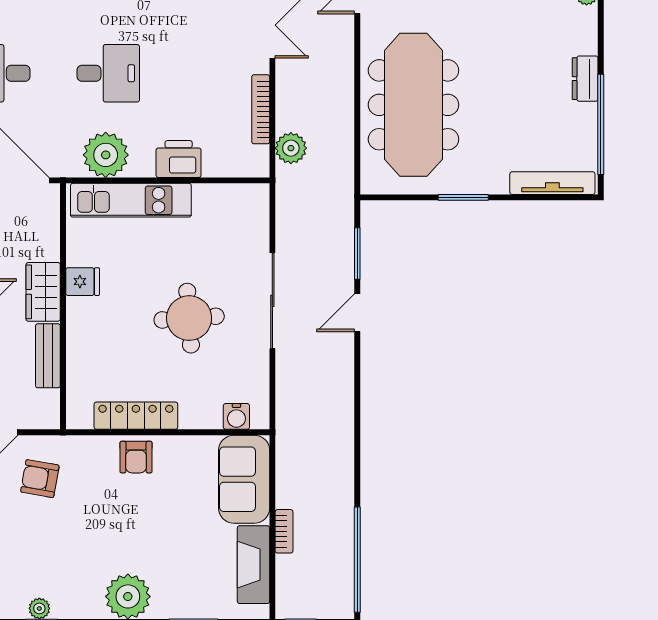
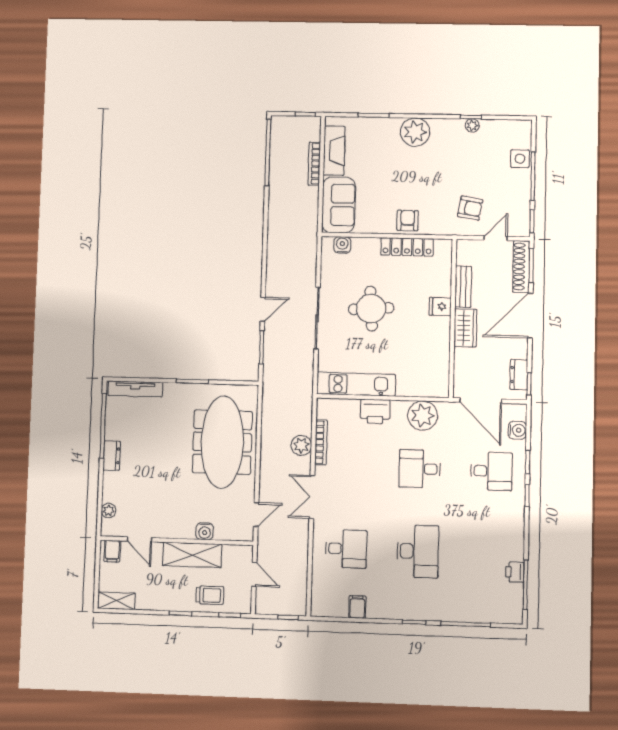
plant: (291, 148) -> (301, 445), moved
kitchen unit: (131, 200) -> (356, 384), moved
fridge: (83, 282) -> (440, 307), moved
bookcase: (284, 531) -> (314, 164), width x1.56

